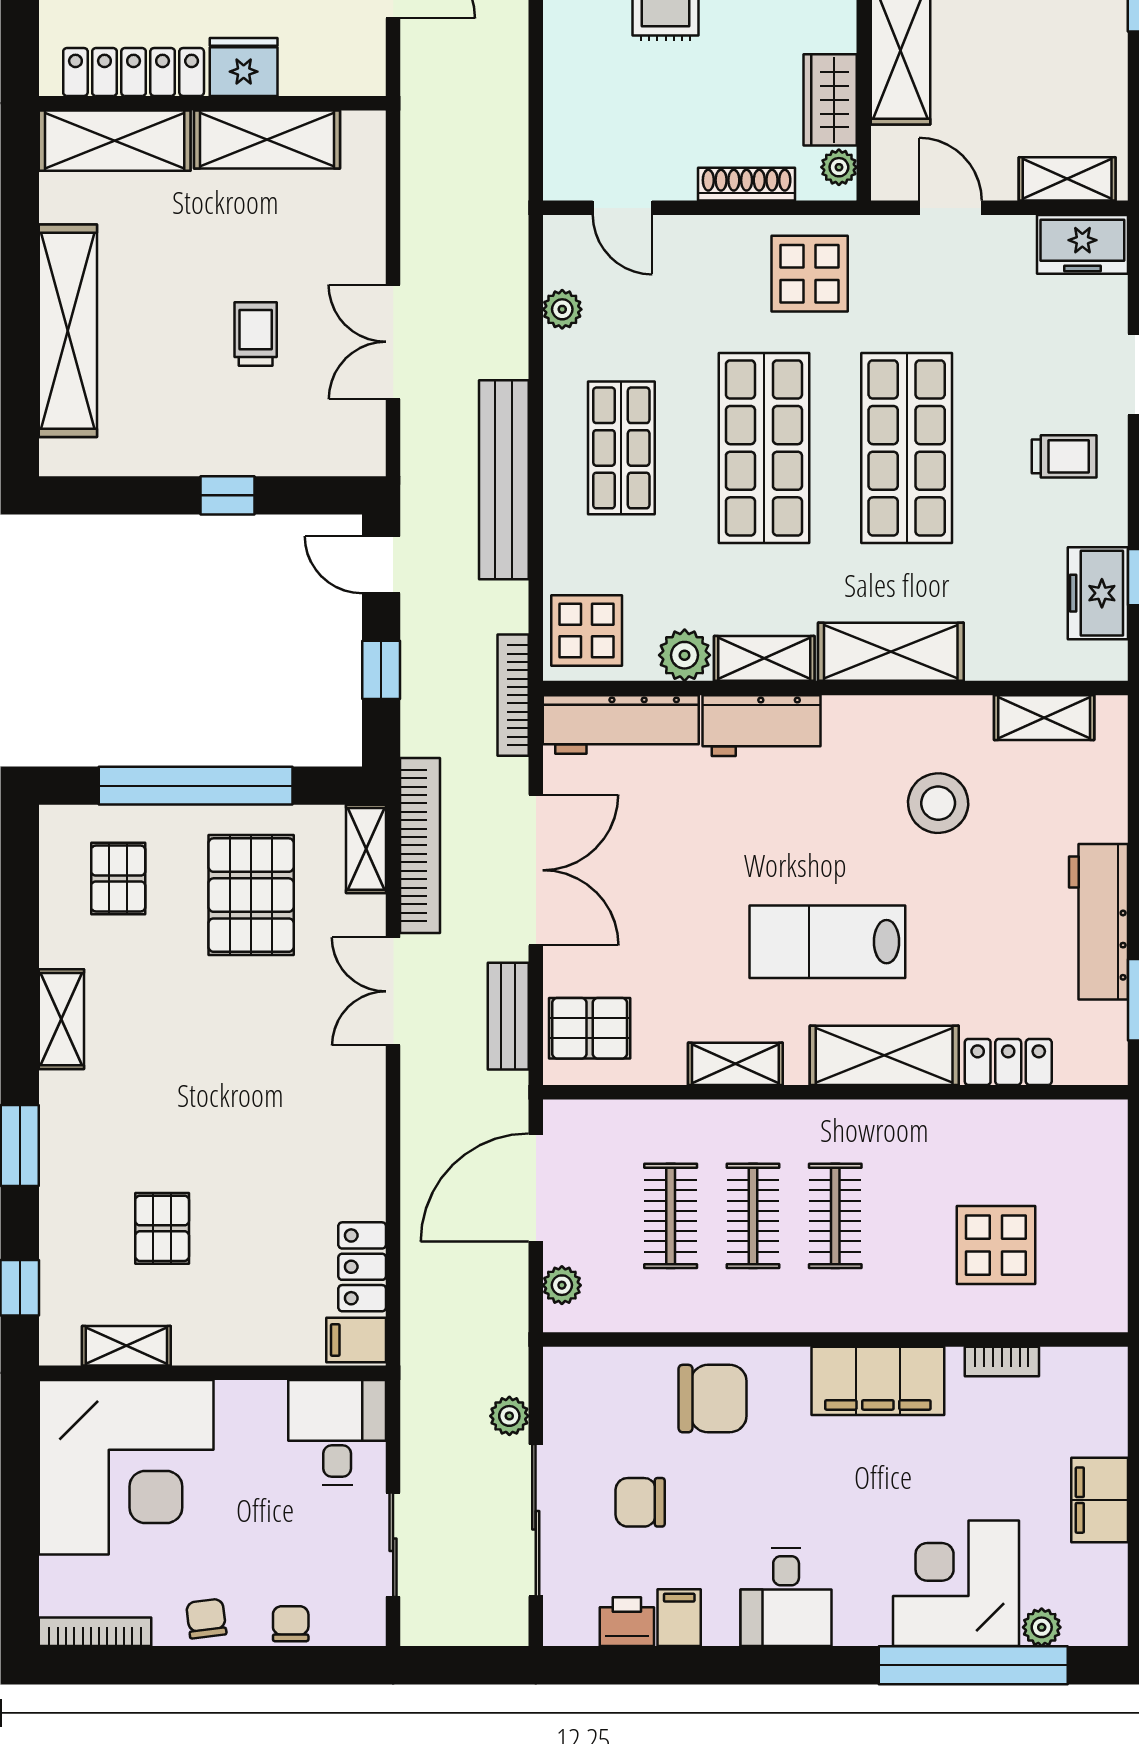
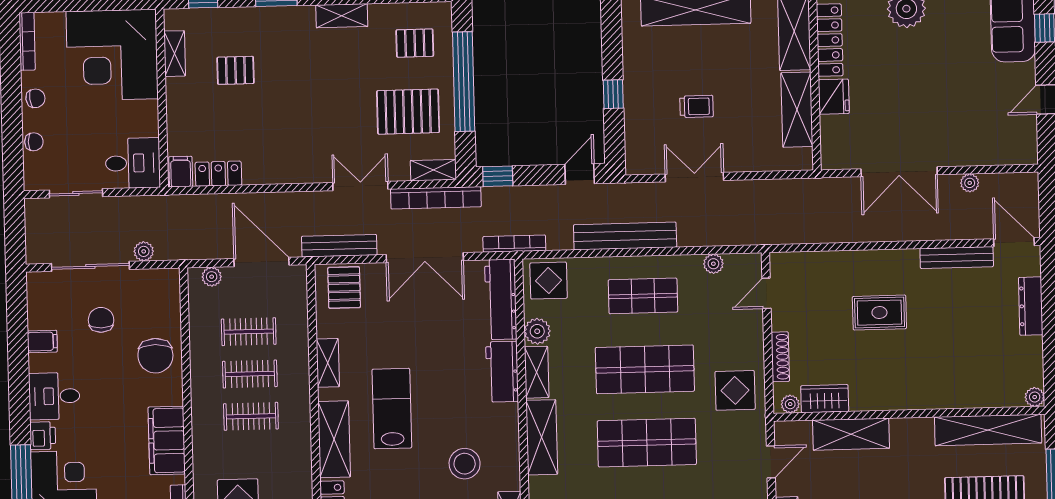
window: (381, 670) -> (498, 176), moved
bench: (508, 1016) -> (339, 246), width x1.36
printer: (627, 1622) -> (43, 436), moved

